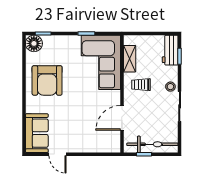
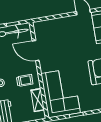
door: (122, 118) -> (36, 51), swing flipped

